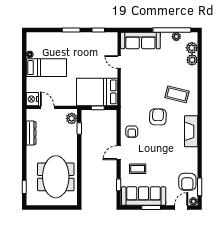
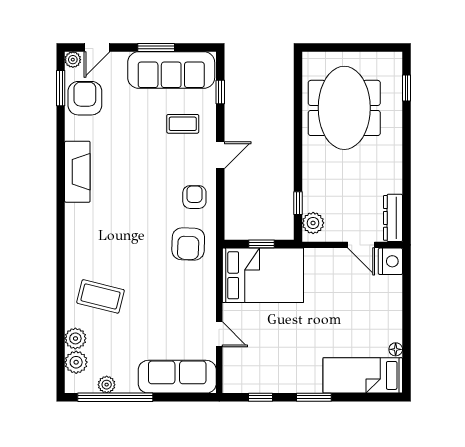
bed: (46, 68) -> (363, 375), moved
coffee table: (177, 94) -> (100, 296), moved
armchair: (158, 117) -> (188, 244), moved
fireplace: (191, 131) -> (77, 172), moved
dresser: (31, 133) -> (393, 218), moved

